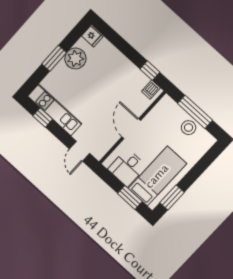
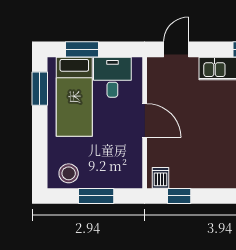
window: (195, 112) -> (96, 196), width x0.69
stool: (189, 128) -> (69, 173), moved
door: (79, 151) -> (176, 49), hinge flipped

